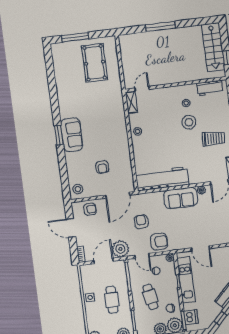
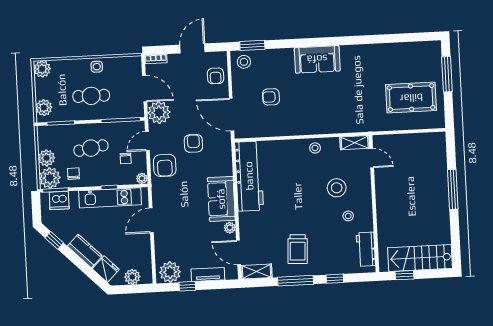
stool: (189, 122) -> (337, 188), moved
window: (59, 135) -> (252, 45), moved
armchair: (141, 222) -> (193, 143), turned -87

